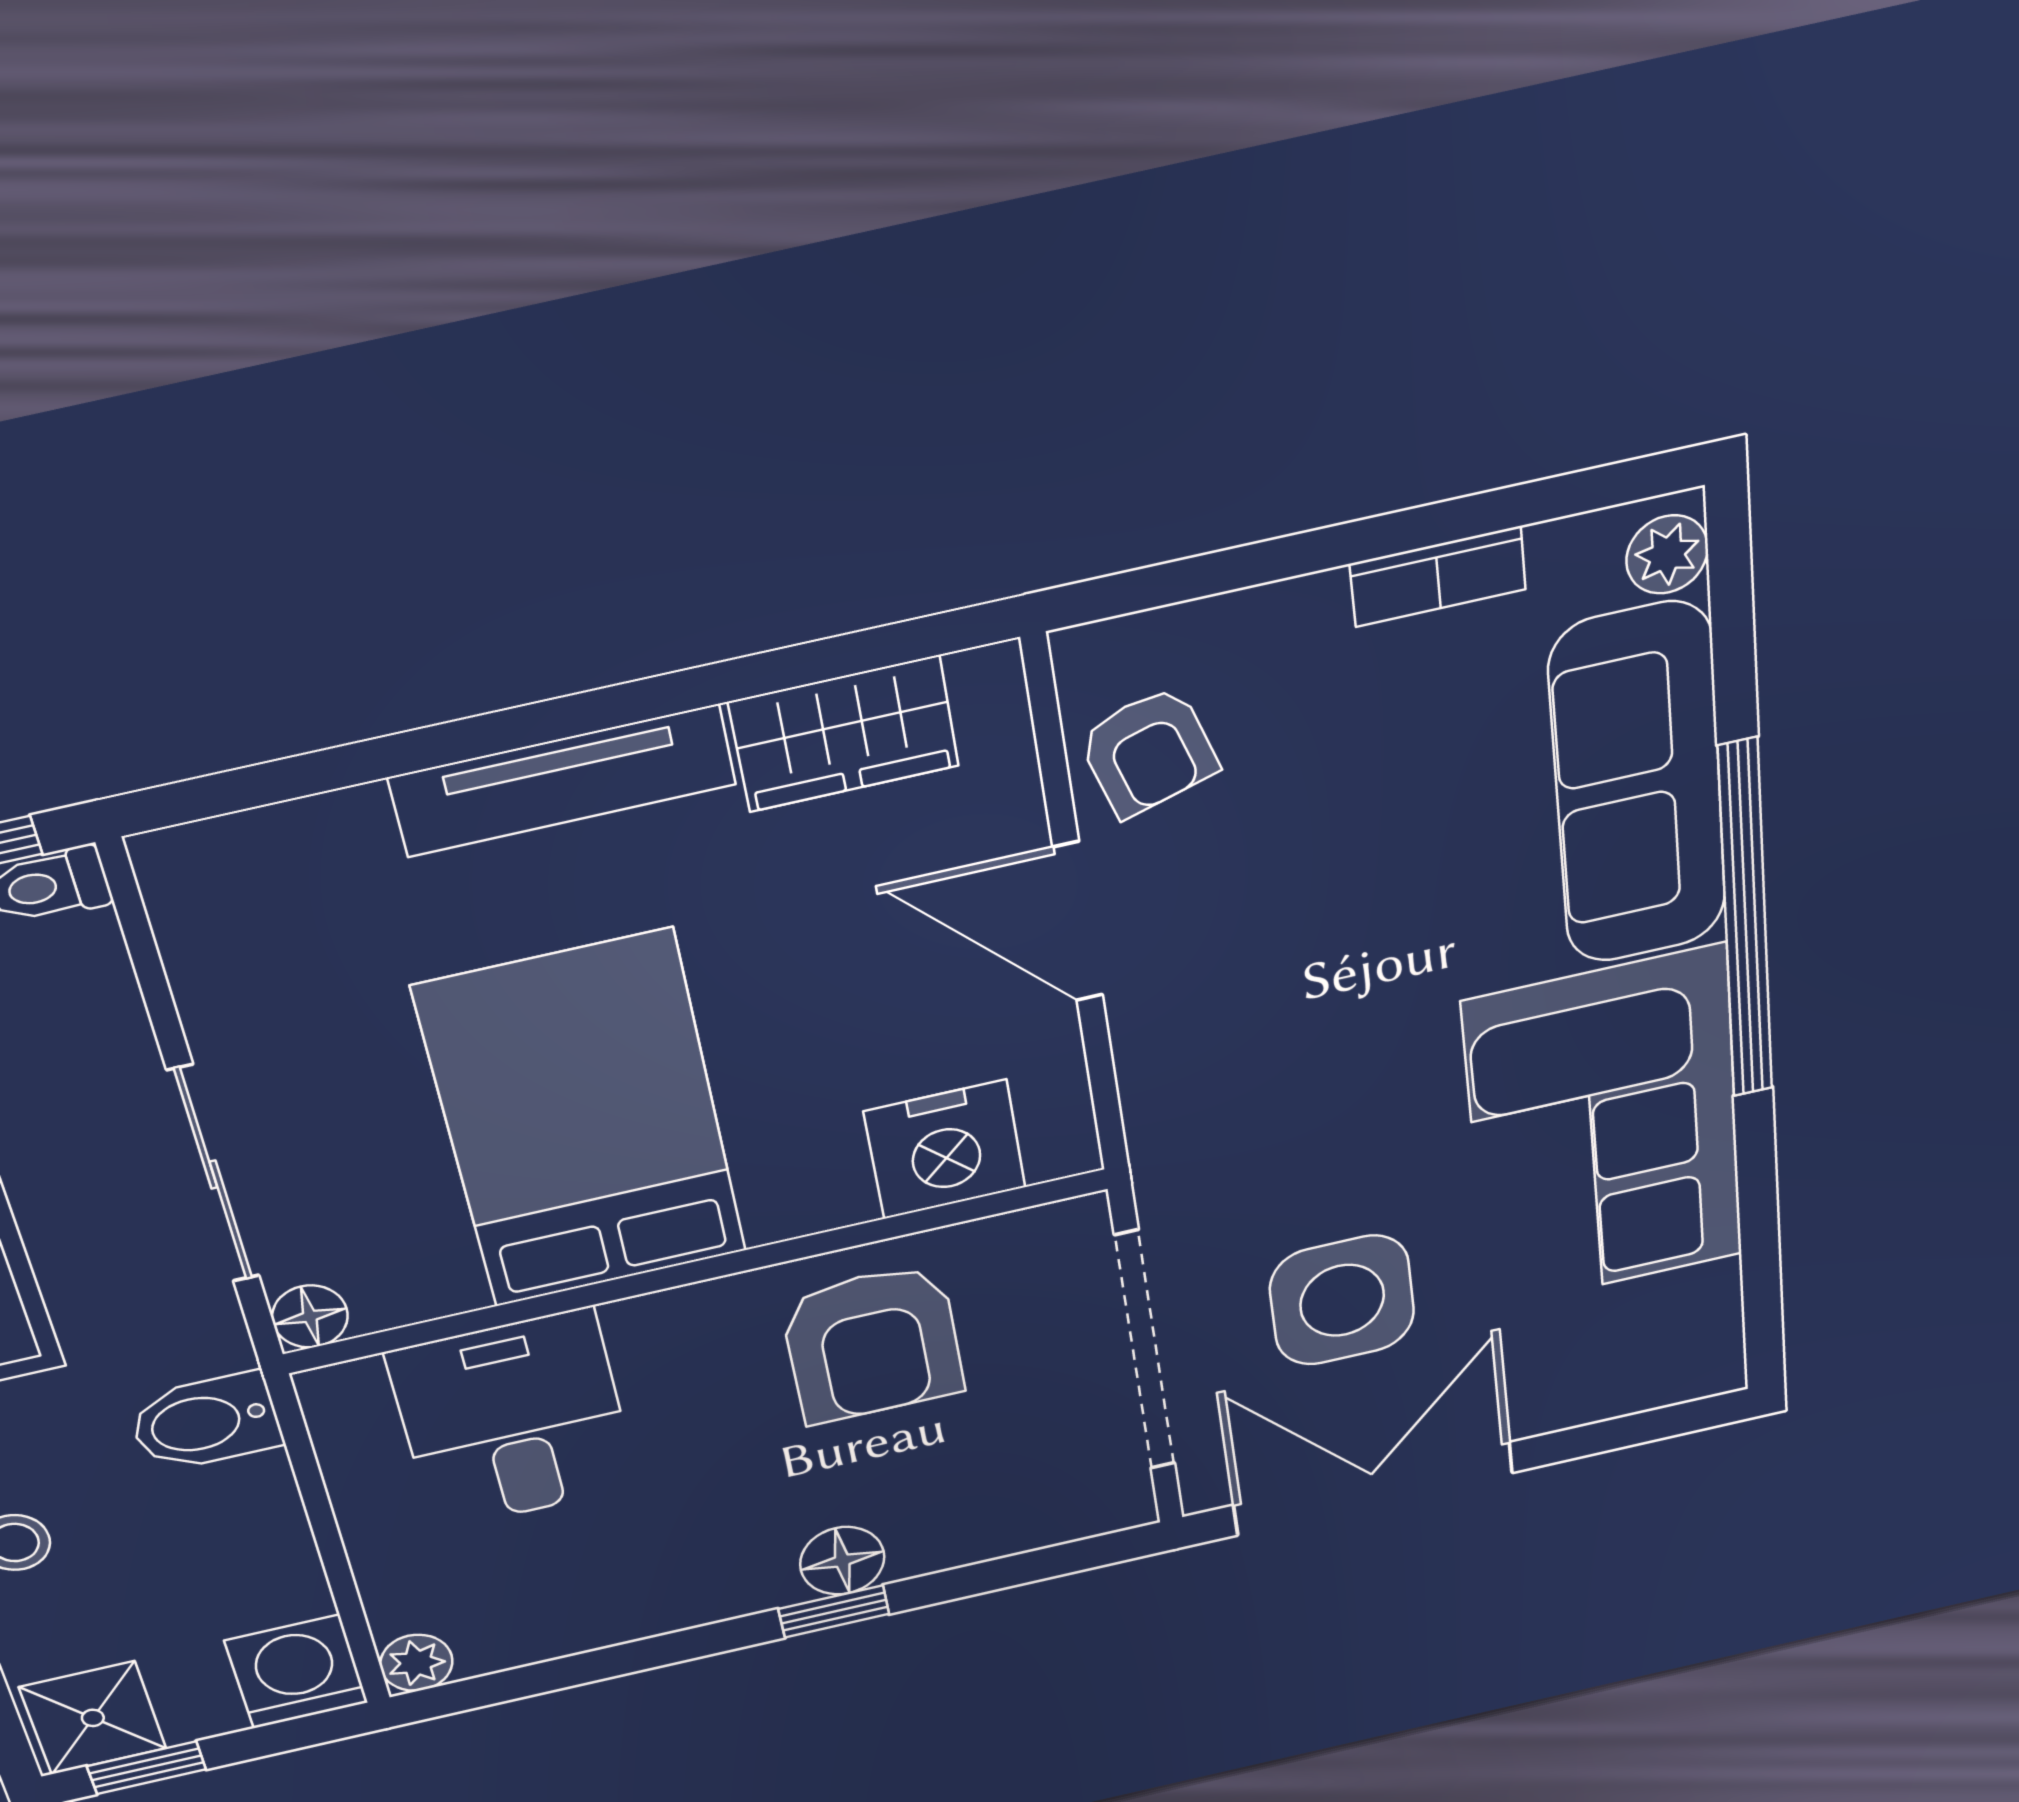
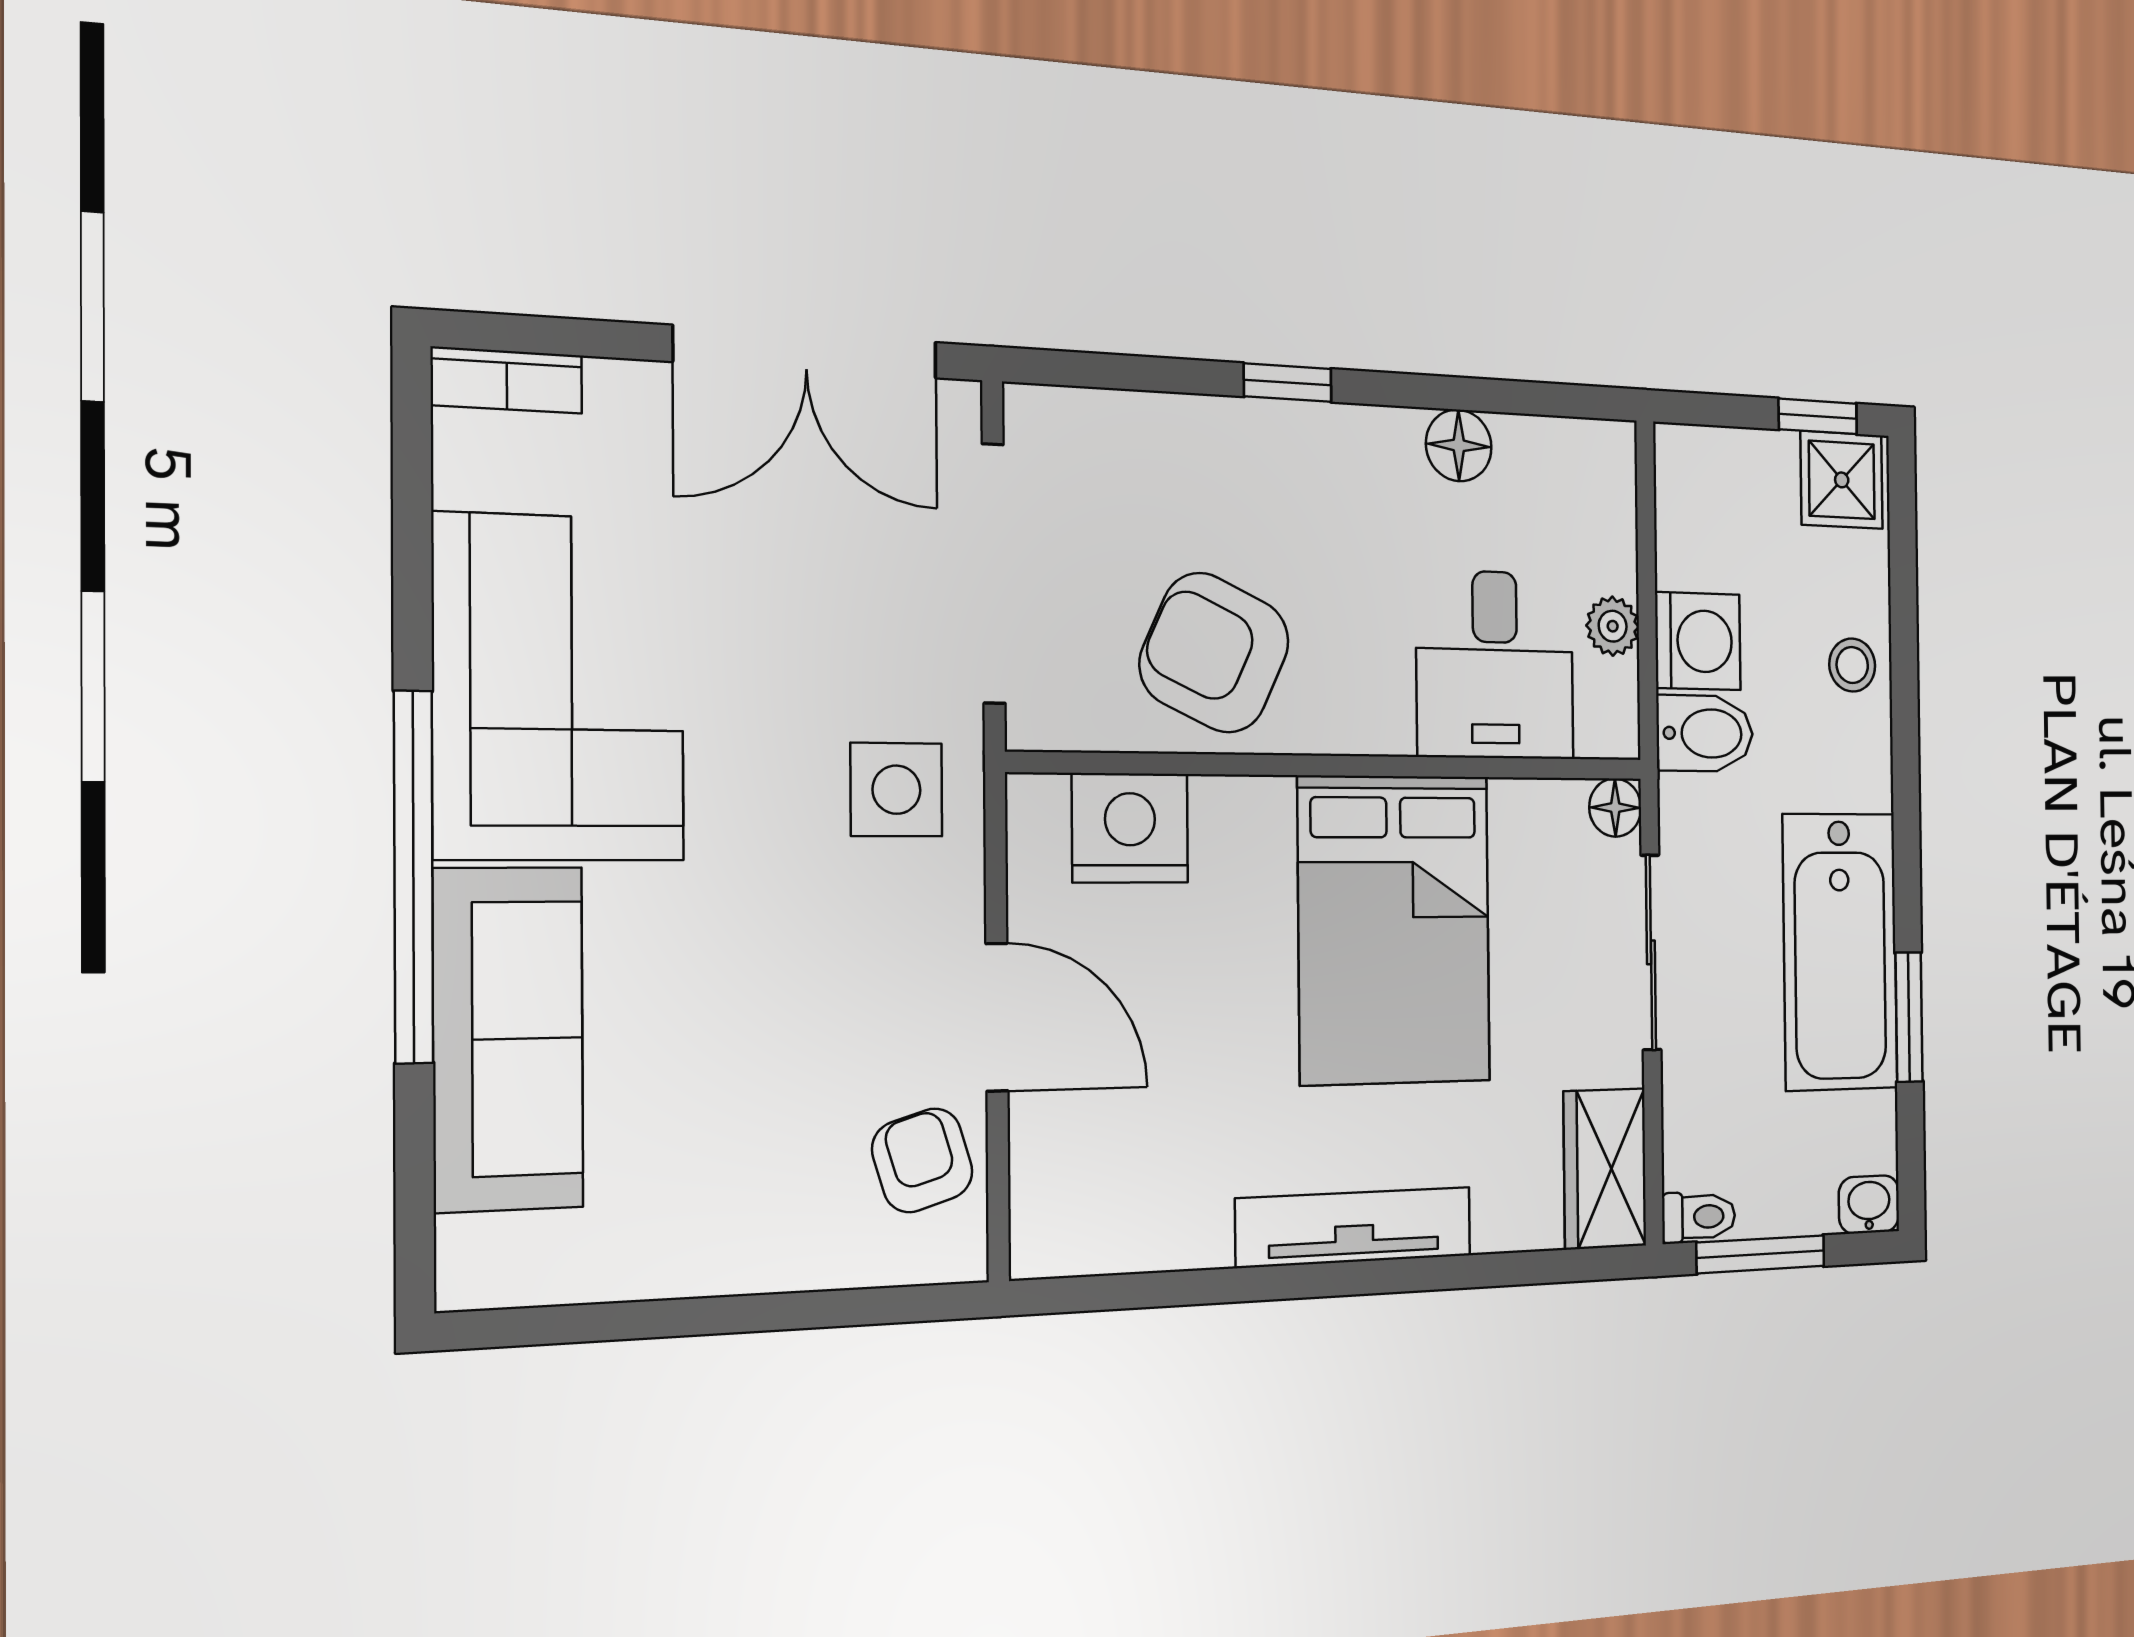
plant: (1667, 554) -> (471, 1255), removed
bookcase: (1438, 577) -> (507, 380), moved, turned 180
wardrobe: (844, 734) -> (1605, 1169), moved, turned -90
side table: (1342, 1300) -> (896, 790), moved, width x0.73, depth x0.73
armchair: (873, 1344) -> (1214, 653), turned -65
floor lamp: (842, 1561) -> (1459, 445), moved
plant: (416, 1663) -> (1613, 626), moved
washing machine: (296, 1672) -> (1698, 641), moved, turned -90

